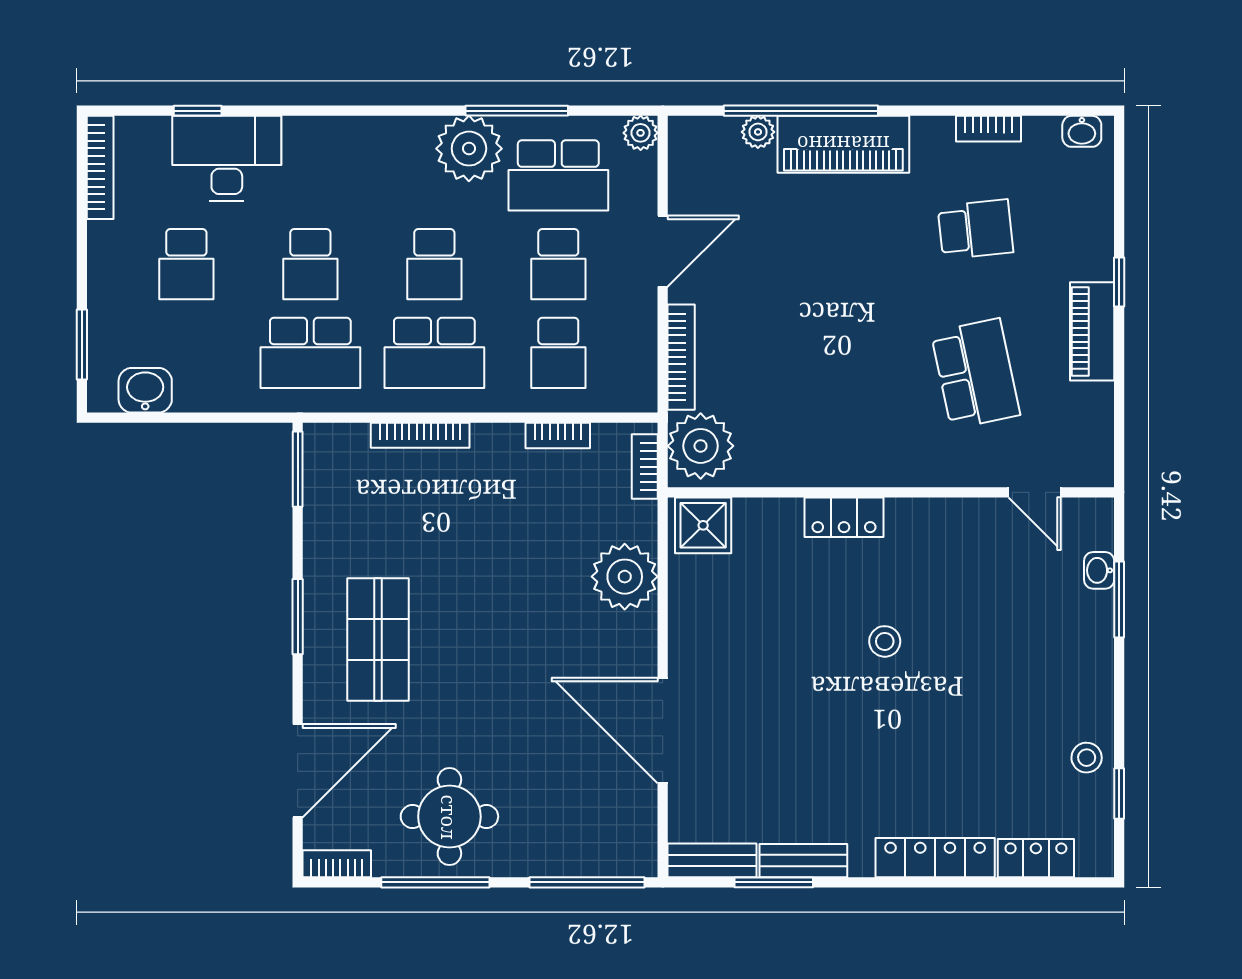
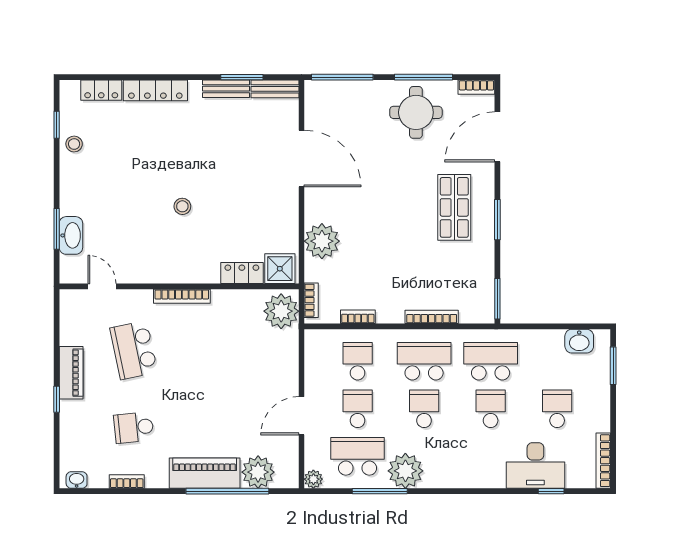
plant: (758, 132) -> (258, 472), width x1.88, depth x1.88
bookcase: (681, 357) -> (182, 296), moved, turned -90
locker: (844, 517) -> (242, 273), moved
washbasin: (1099, 570) -> (71, 235), width x1.91, depth x1.45

